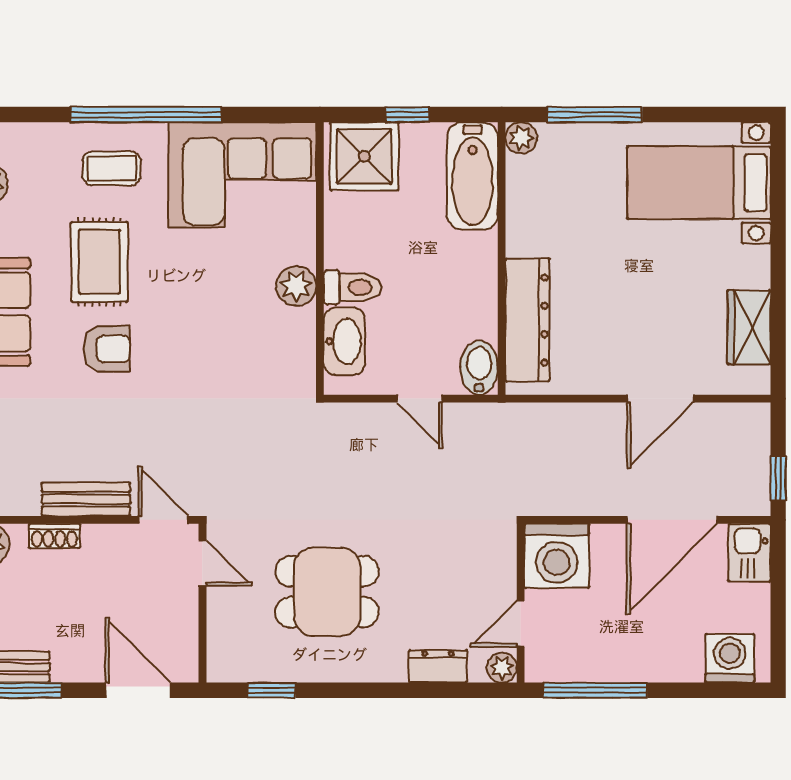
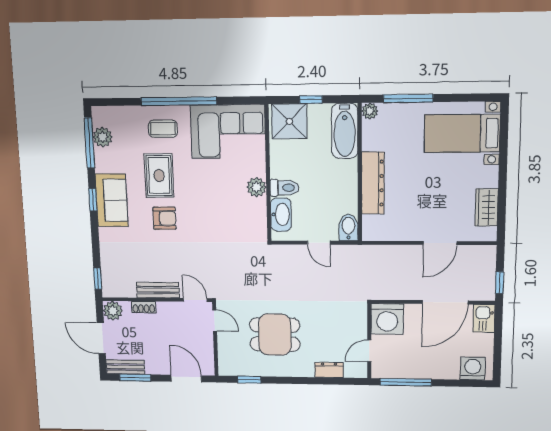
dresser: (527, 320) -> (373, 183), moved
plant: (502, 668) -> (360, 371), removed

